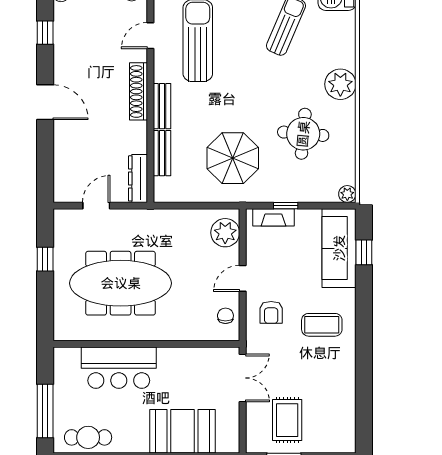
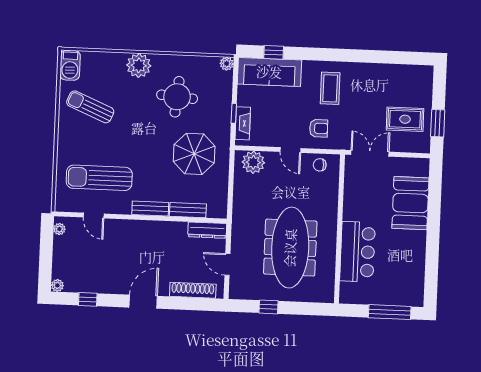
shoe rack: (138, 91) -> (193, 290), moved, turned 180
cafe table: (88, 437) -> (412, 279), removed

